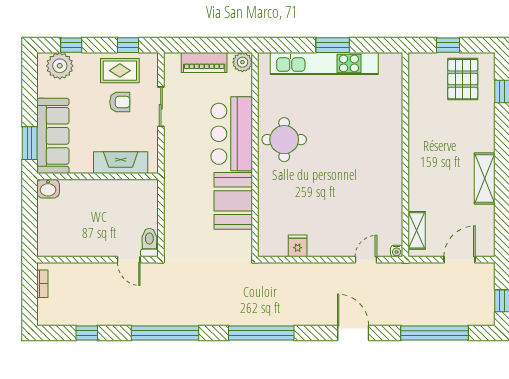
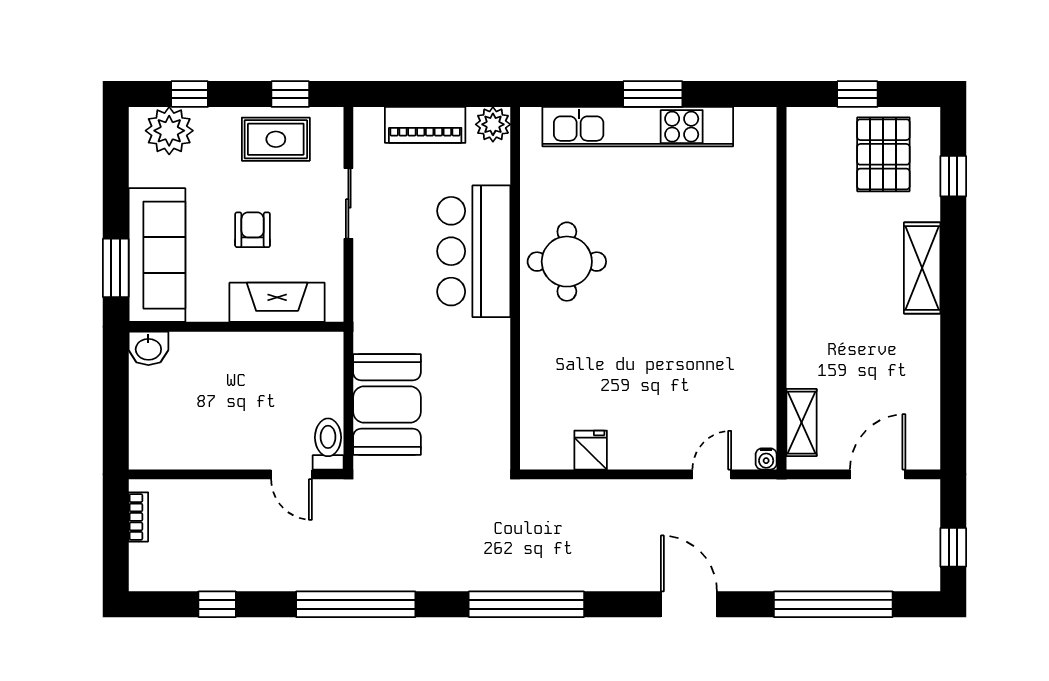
armchair: (120, 102) -> (253, 230), moved, turned -90
shelving: (485, 179) -> (922, 268), moved
booth: (233, 201) -> (387, 404), moved

